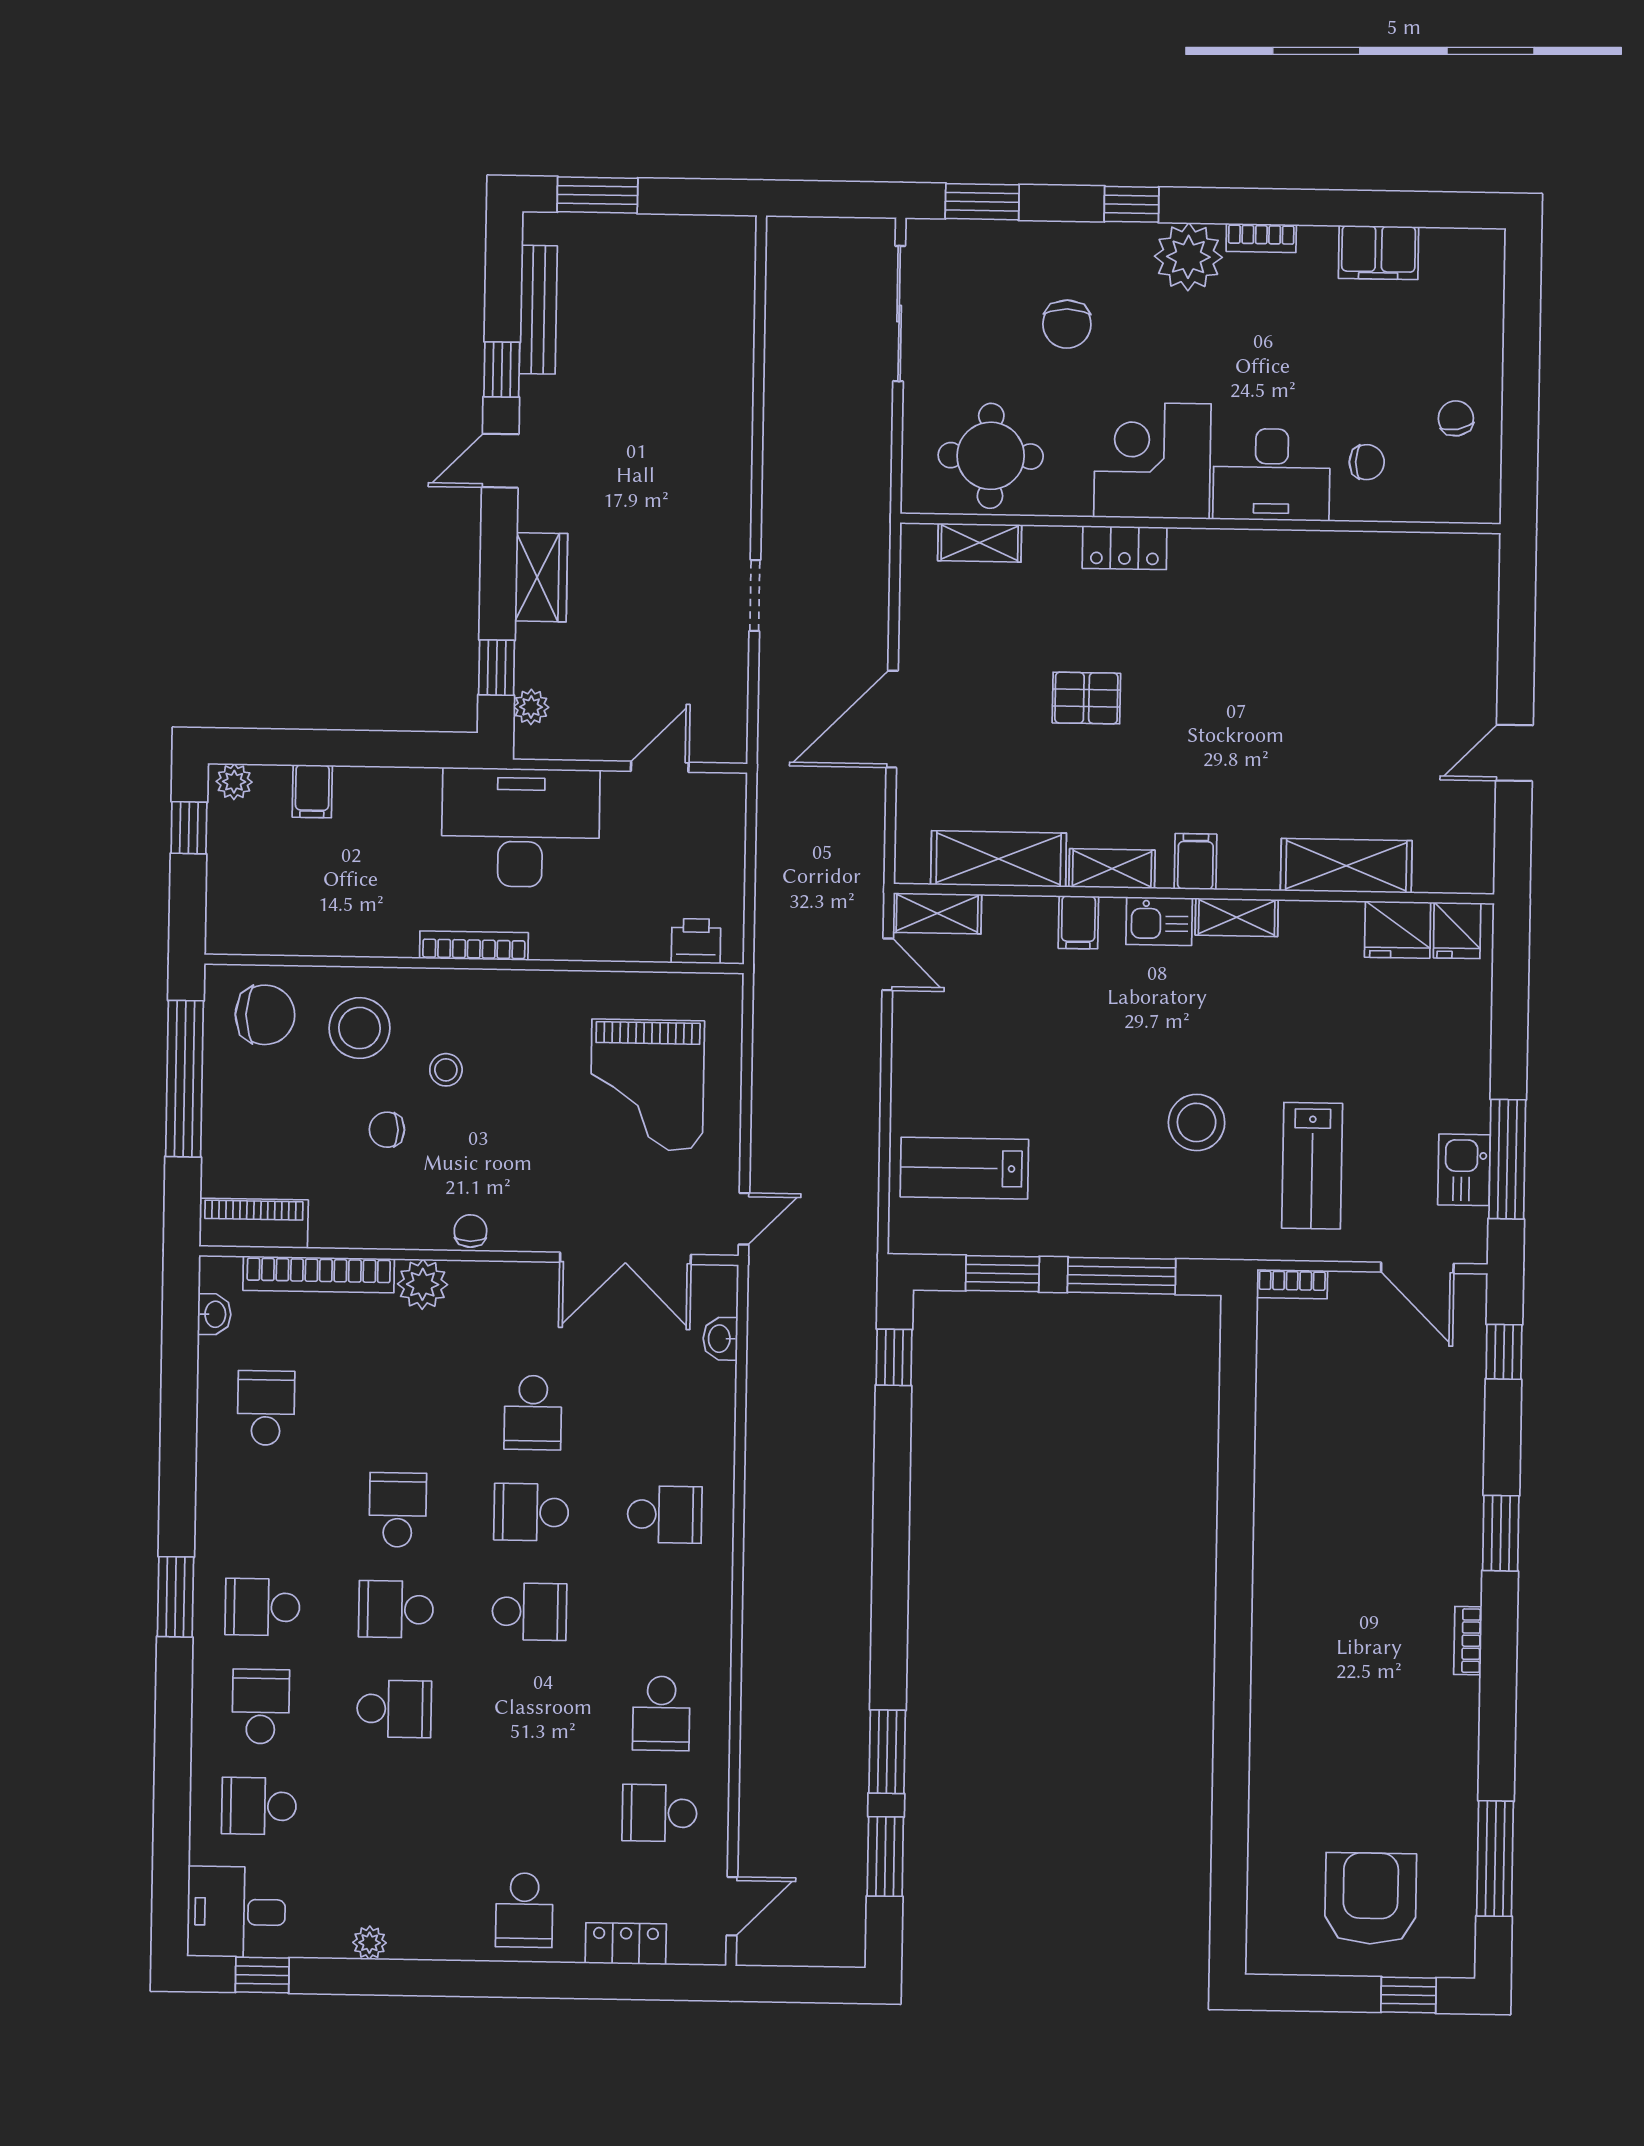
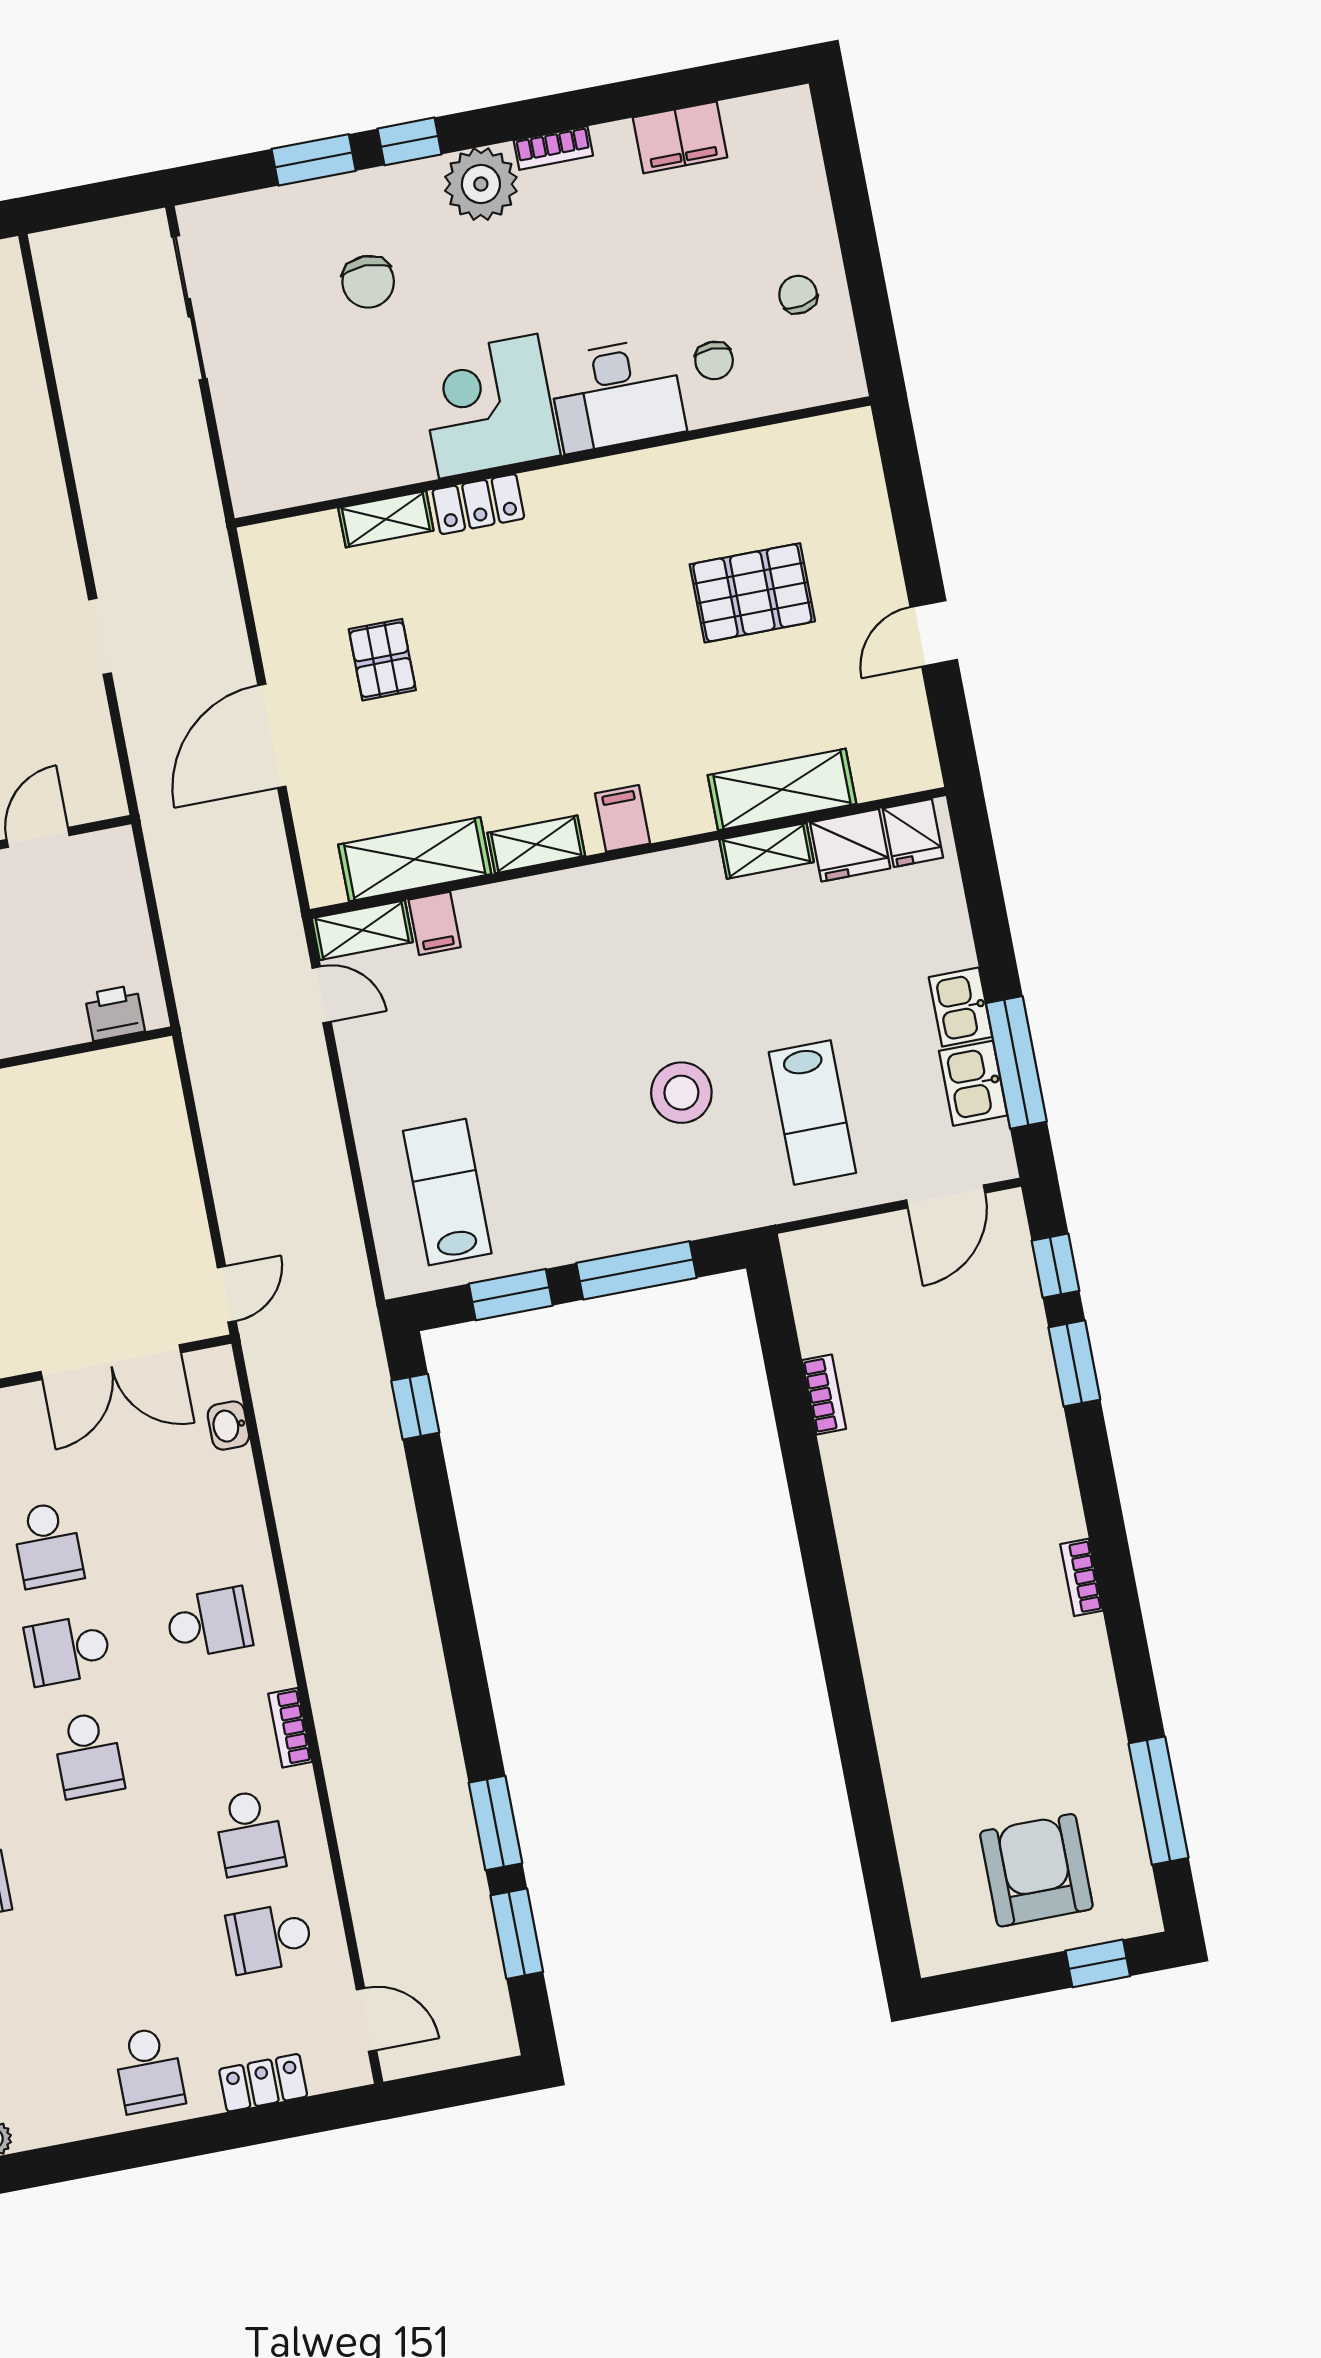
window: (982, 202) -> (314, 160), moved
round table: (991, 456) -> (317, 437), removed
chair: (1367, 462) -> (714, 360), turned 90
shelving: (980, 543) -> (386, 519), moved
pallet: (1357, 681) -> (752, 593), added
pallet: (1086, 698) -> (382, 660), moved, turned 90
shelving: (1237, 917) -> (767, 851), moved
kitchen sink: (1159, 921) -> (961, 1007), moved, turned 90
filing cabinet: (1078, 922) -> (435, 923), moved
grand piano: (647, 1085) -> (95, 1175), removed
lab bench: (964, 1168) -> (447, 1192), turned 90
door: (1417, 1268) -> (946, 1197), hinge flipped
bookcase: (1292, 1284) -> (824, 1395), moved, turned -90
window: (1501, 1533) -> (1074, 1363), moved
school desk: (529, 1612) -> (88, 1755), turned 90
bookcase: (718, 1626) -> (290, 1728), added
door: (732, 1906) -> (366, 2020), hinge flipped

